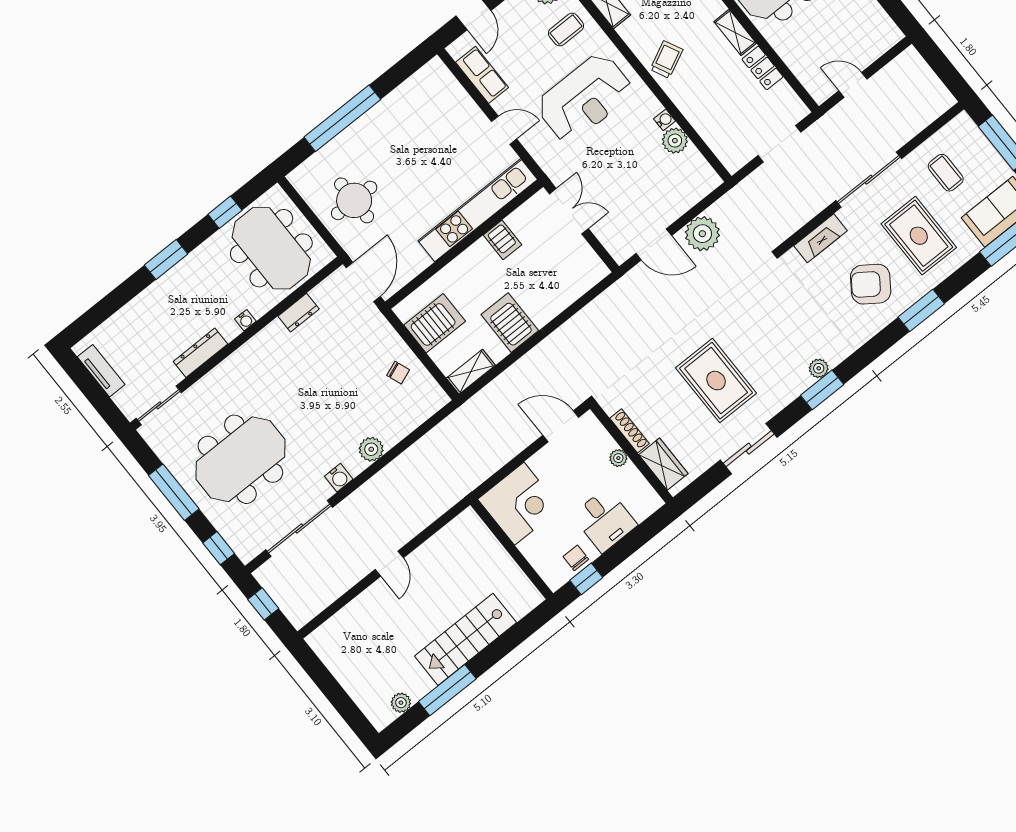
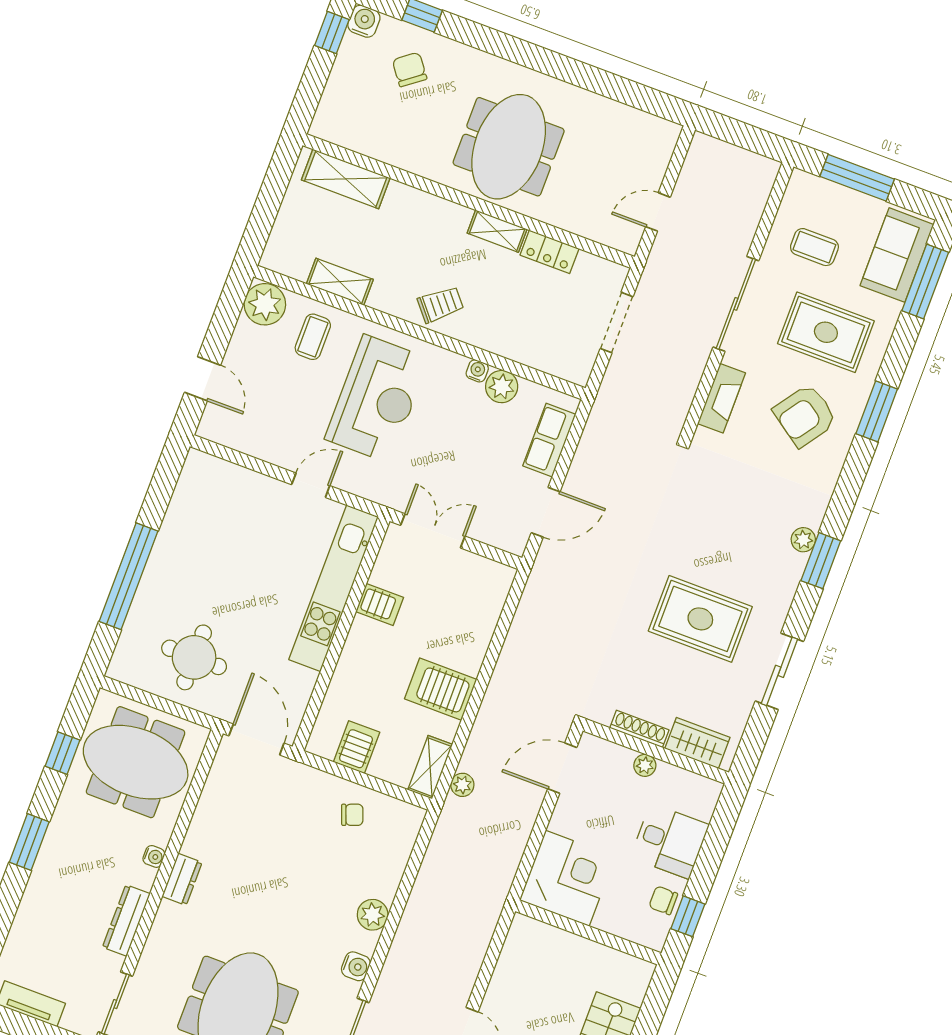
trolley: (666, 59) -> (440, 304), turned 76
row of seats: (482, 75) -> (549, 440), moved, turned -90
plant: (702, 234) -> (462, 785), moved, width x0.53, depth x0.53
dresser: (299, 313) -> (182, 879), moved
server rack: (435, 323) -> (357, 747), width x0.73, depth x0.70

